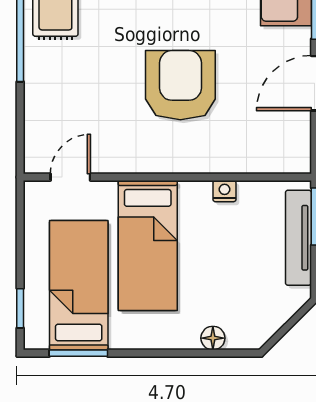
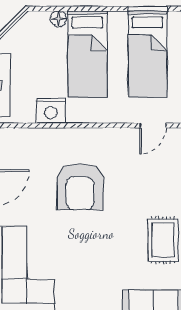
nightstand: (224, 191) -> (51, 111), width x1.89, depth x1.79
bed: (148, 246) -> (87, 54), moved, turned 180

